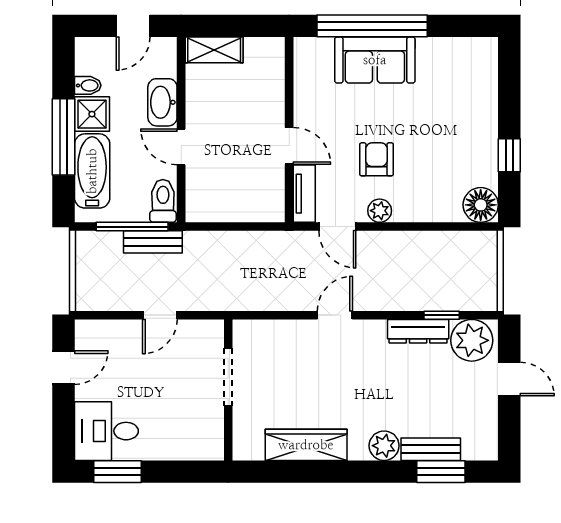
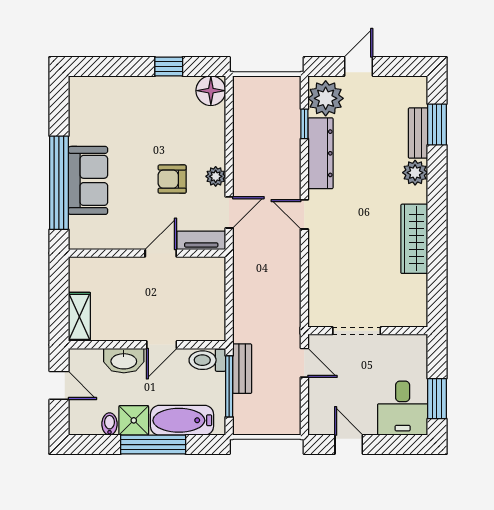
dresser: (418, 331) -> (320, 153), width x1.37, depth x1.24
doorway: (228, 377) -> (357, 331), moved
wall: (228, 390) -> (368, 331), moved

